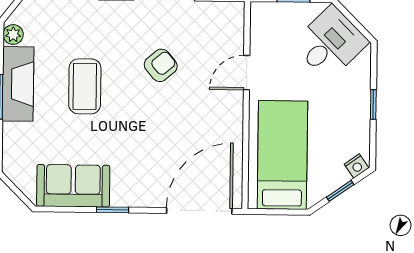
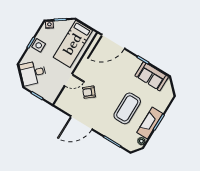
armchair: (161, 65) -> (89, 92), moved
coffee table: (85, 86) -> (127, 108), width x1.36, depth x1.32
side table: (353, 109) -> (39, 45), added

